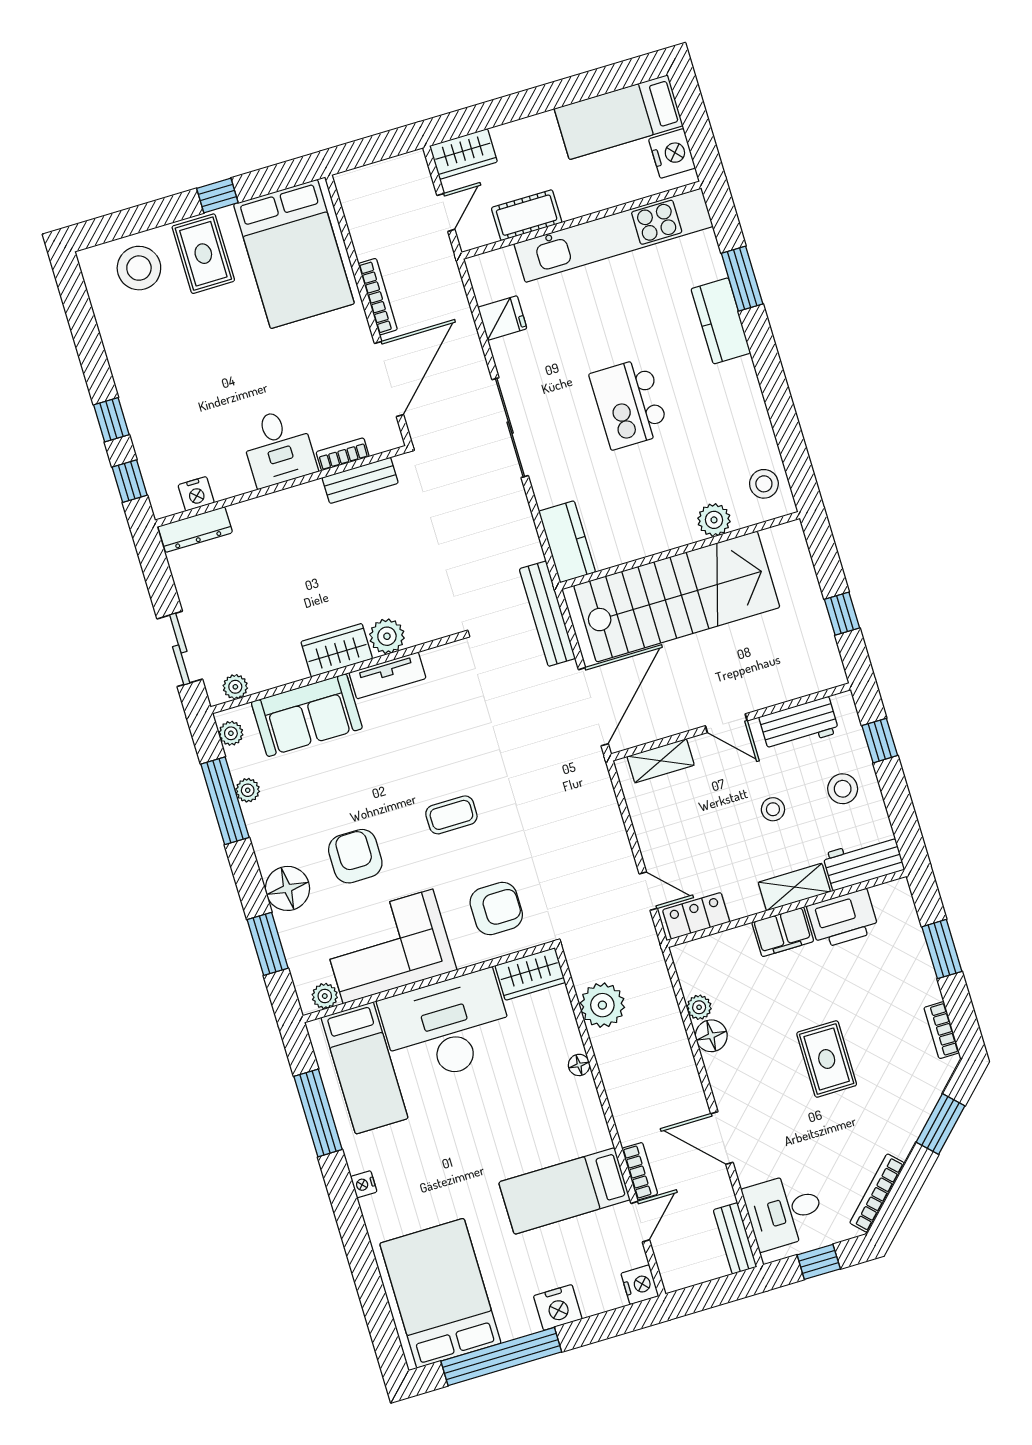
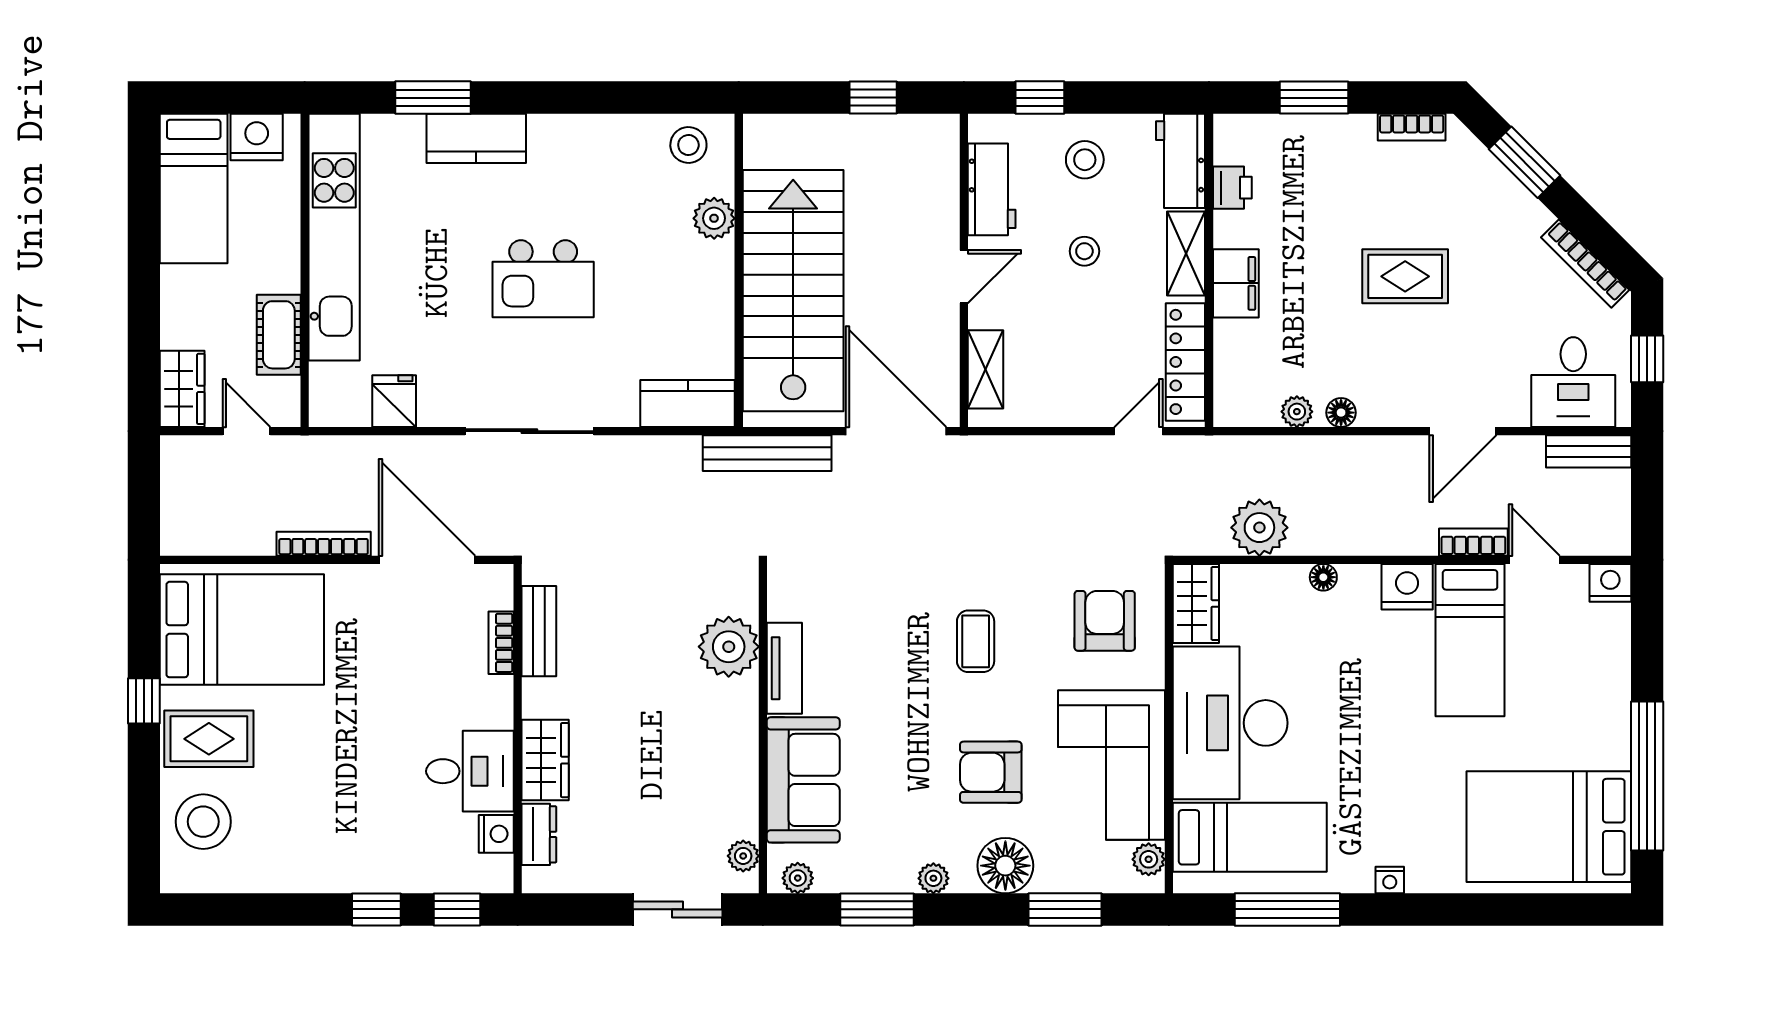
desk: (278, 448) -> (470, 771), moved
dresser: (195, 529) -> (539, 834), width x0.70
plant: (387, 636) -> (729, 647), width x1.36, depth x1.36
wardrobe: (337, 650) -> (545, 760), moved, turned 180
plant: (248, 790) -> (933, 878), moved
window: (225, 801) -> (877, 909), width x0.69
locker: (696, 916) -> (1185, 362), width x1.53
printer: (843, 919) -> (1232, 188), width x0.53, depth x0.68
floor lamp: (711, 1036) -> (1341, 413), width x0.73, depth x0.73
nightstand: (558, 1307) -> (1407, 587), moved, turned -90

